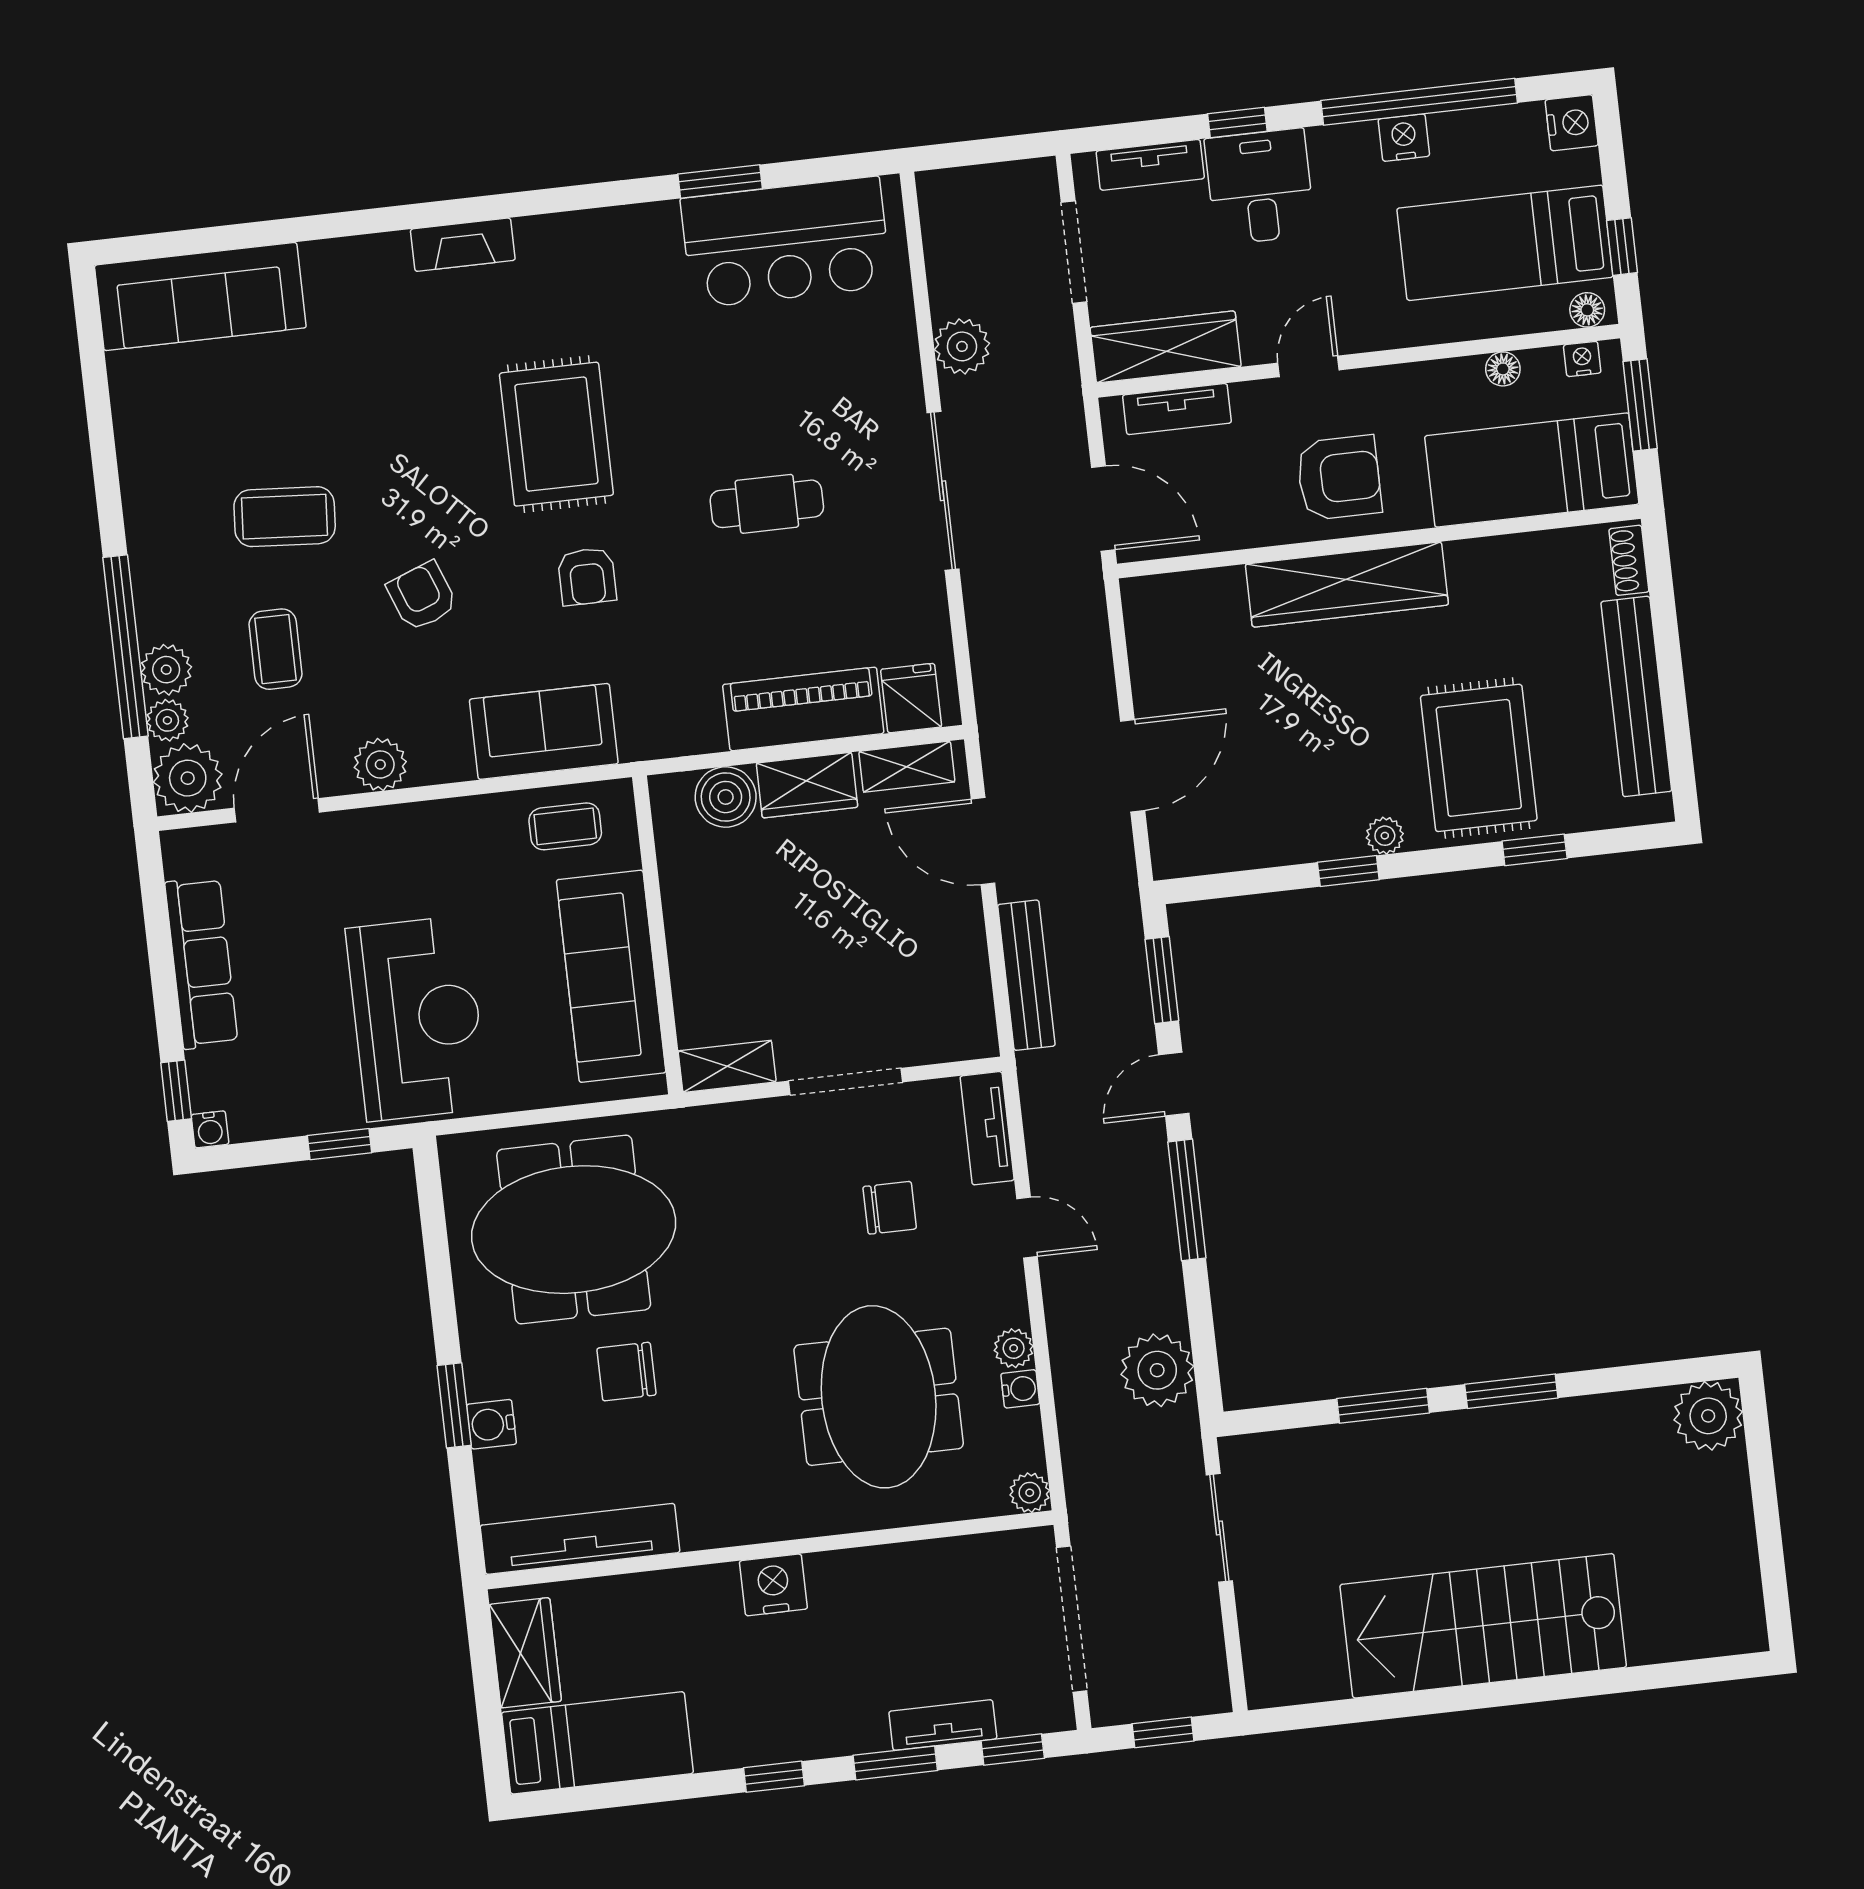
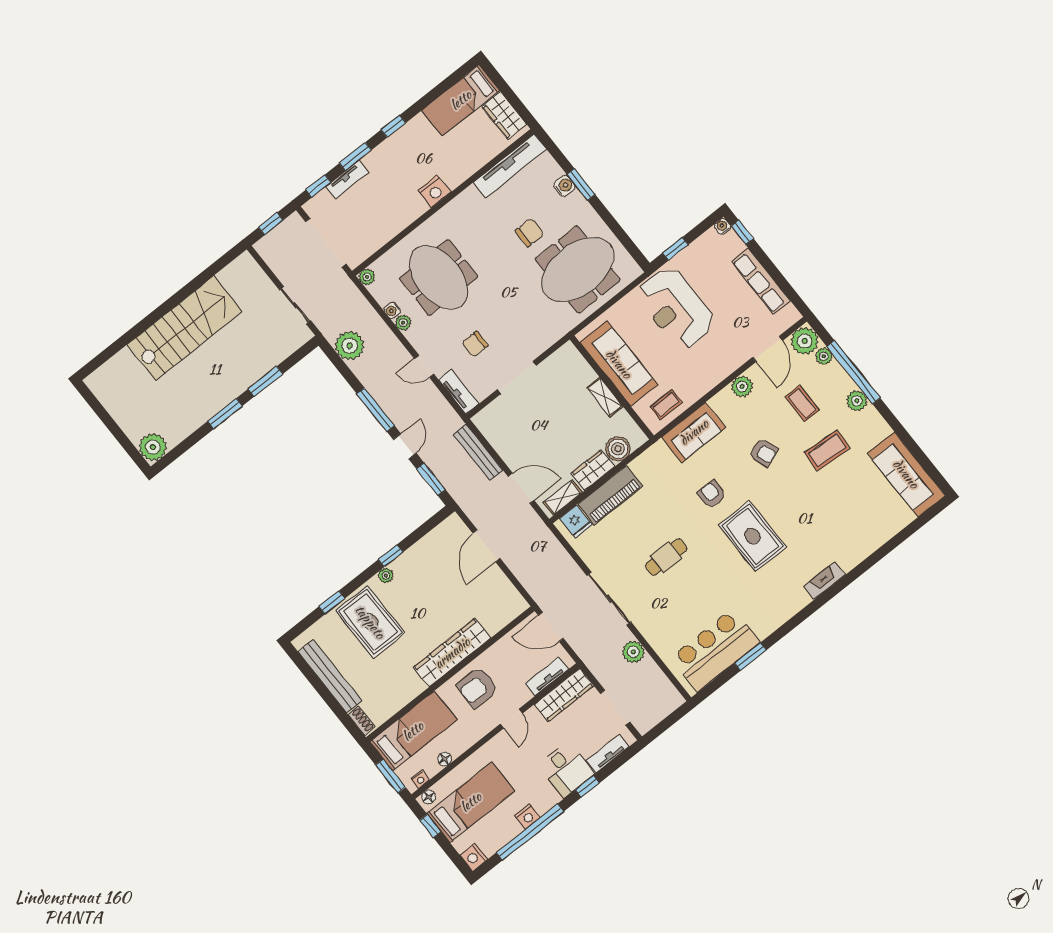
sofa: (200, 296) -> (906, 474), moved, turned -90
plant: (166, 670) -> (857, 401), moved
shelving: (727, 1066) -> (605, 397), moved, turned 90

